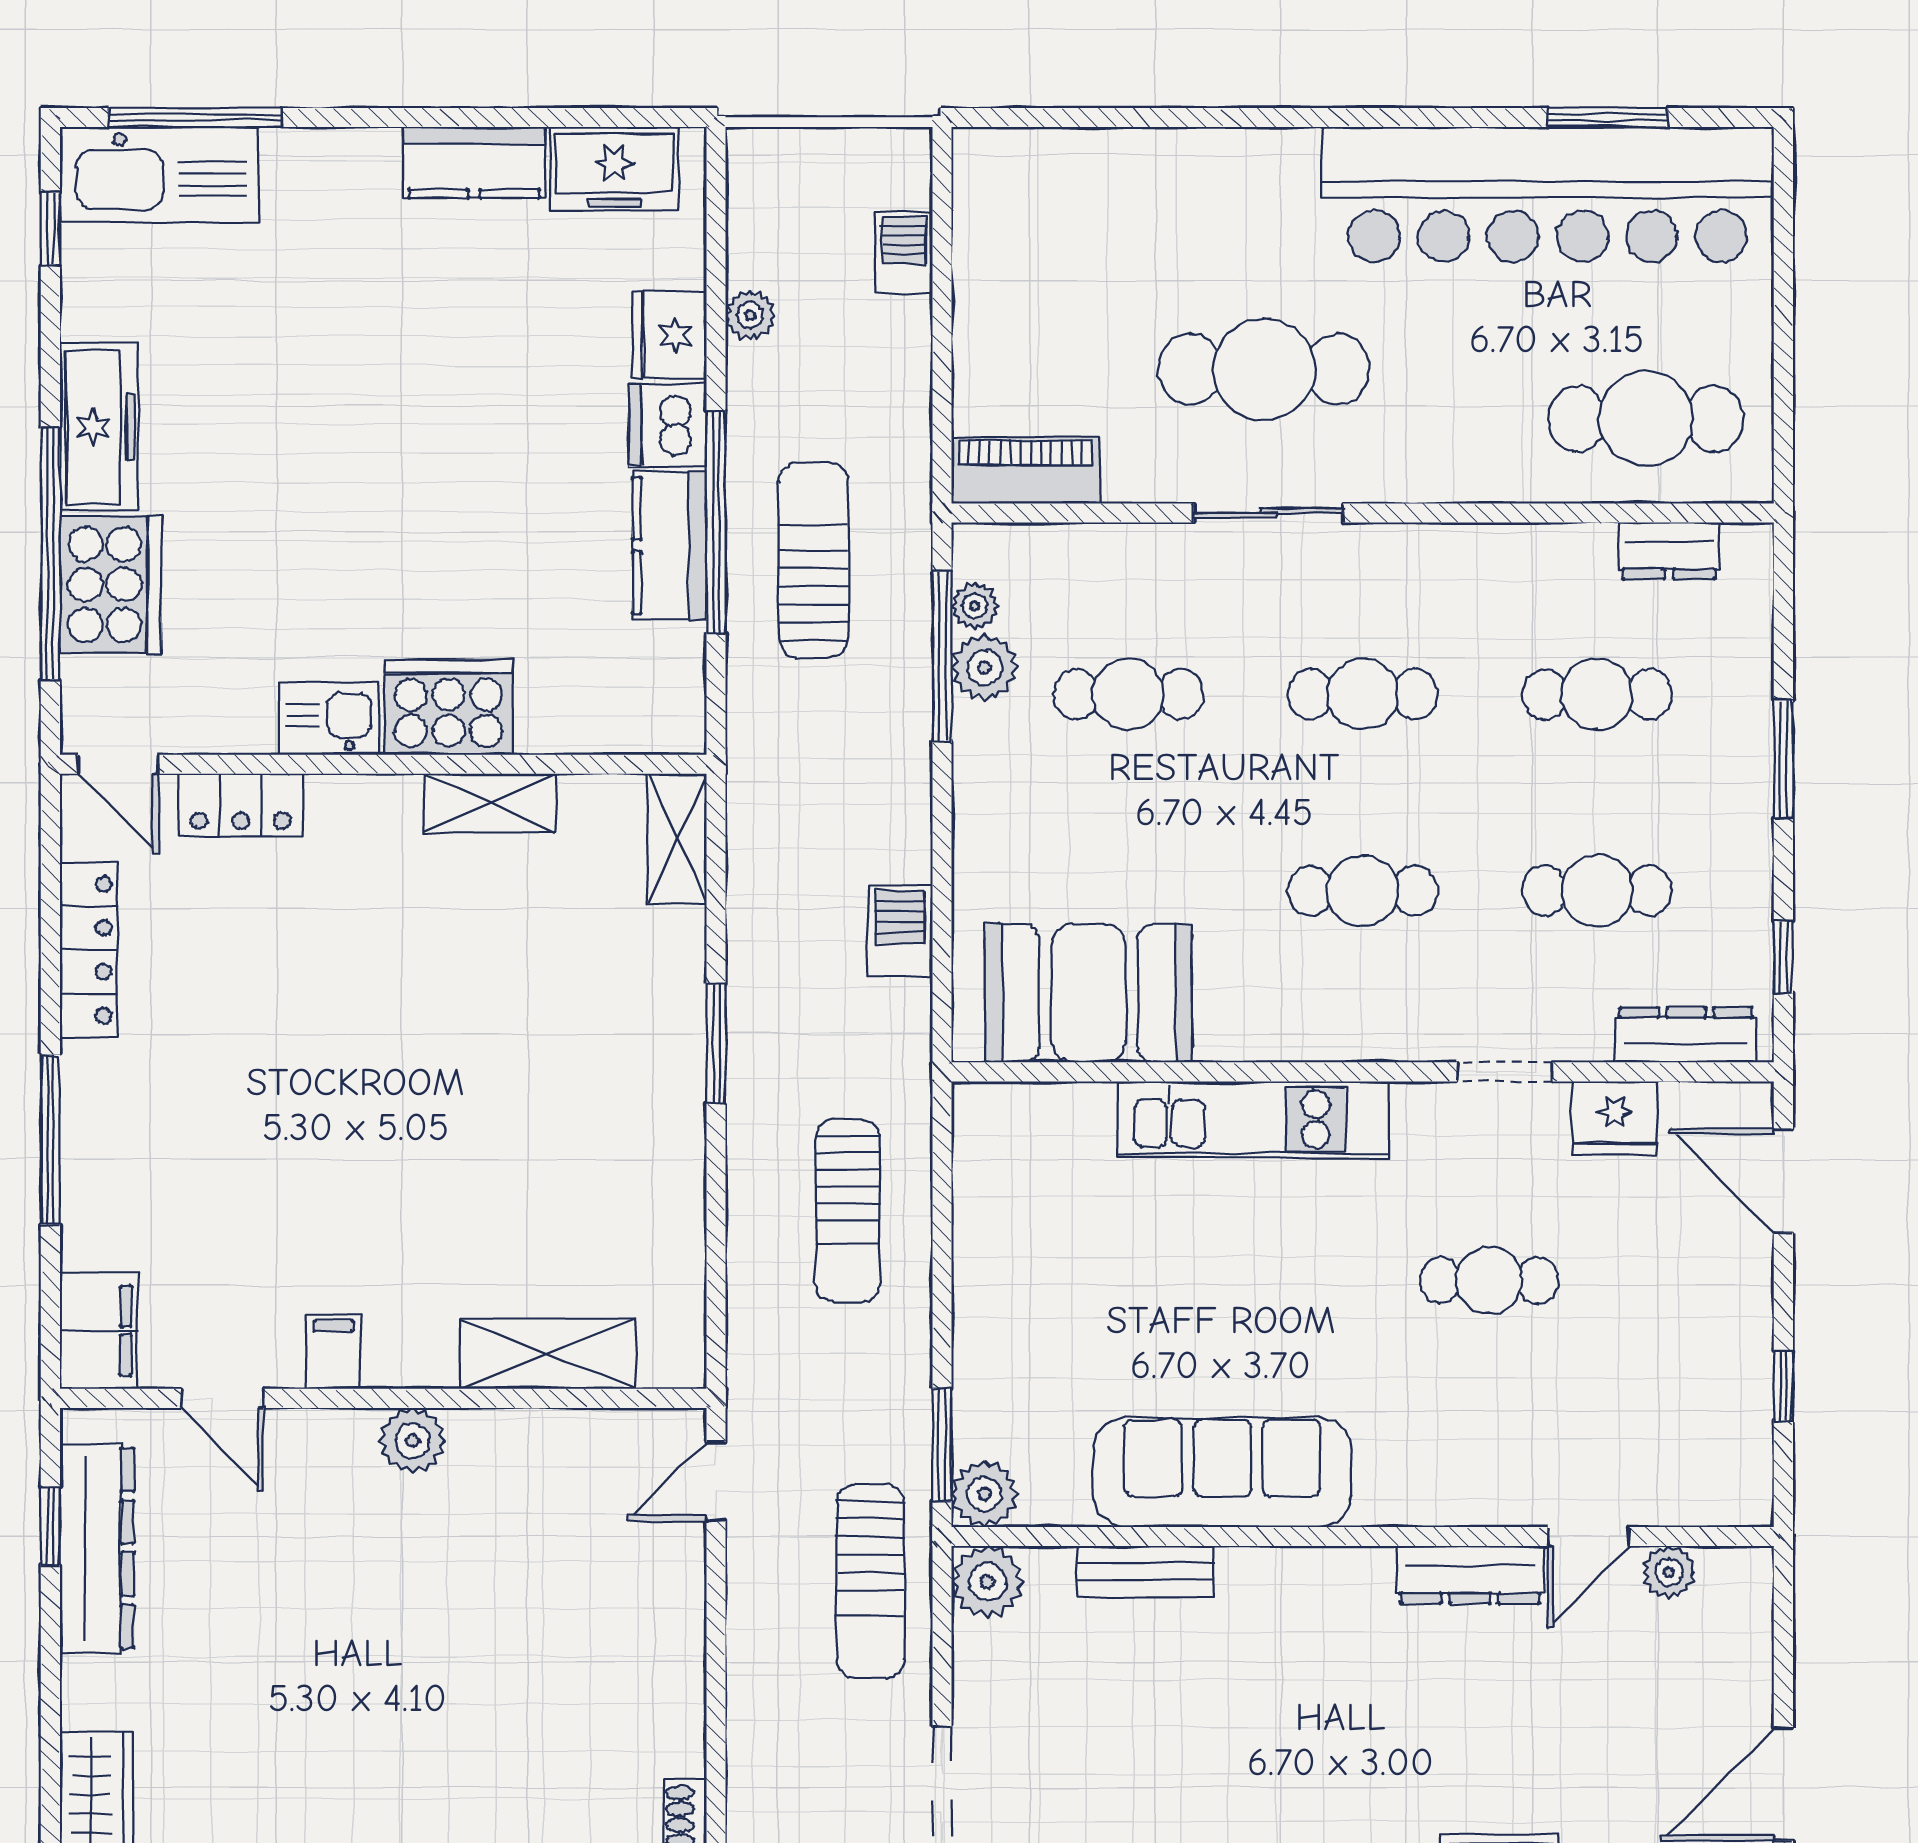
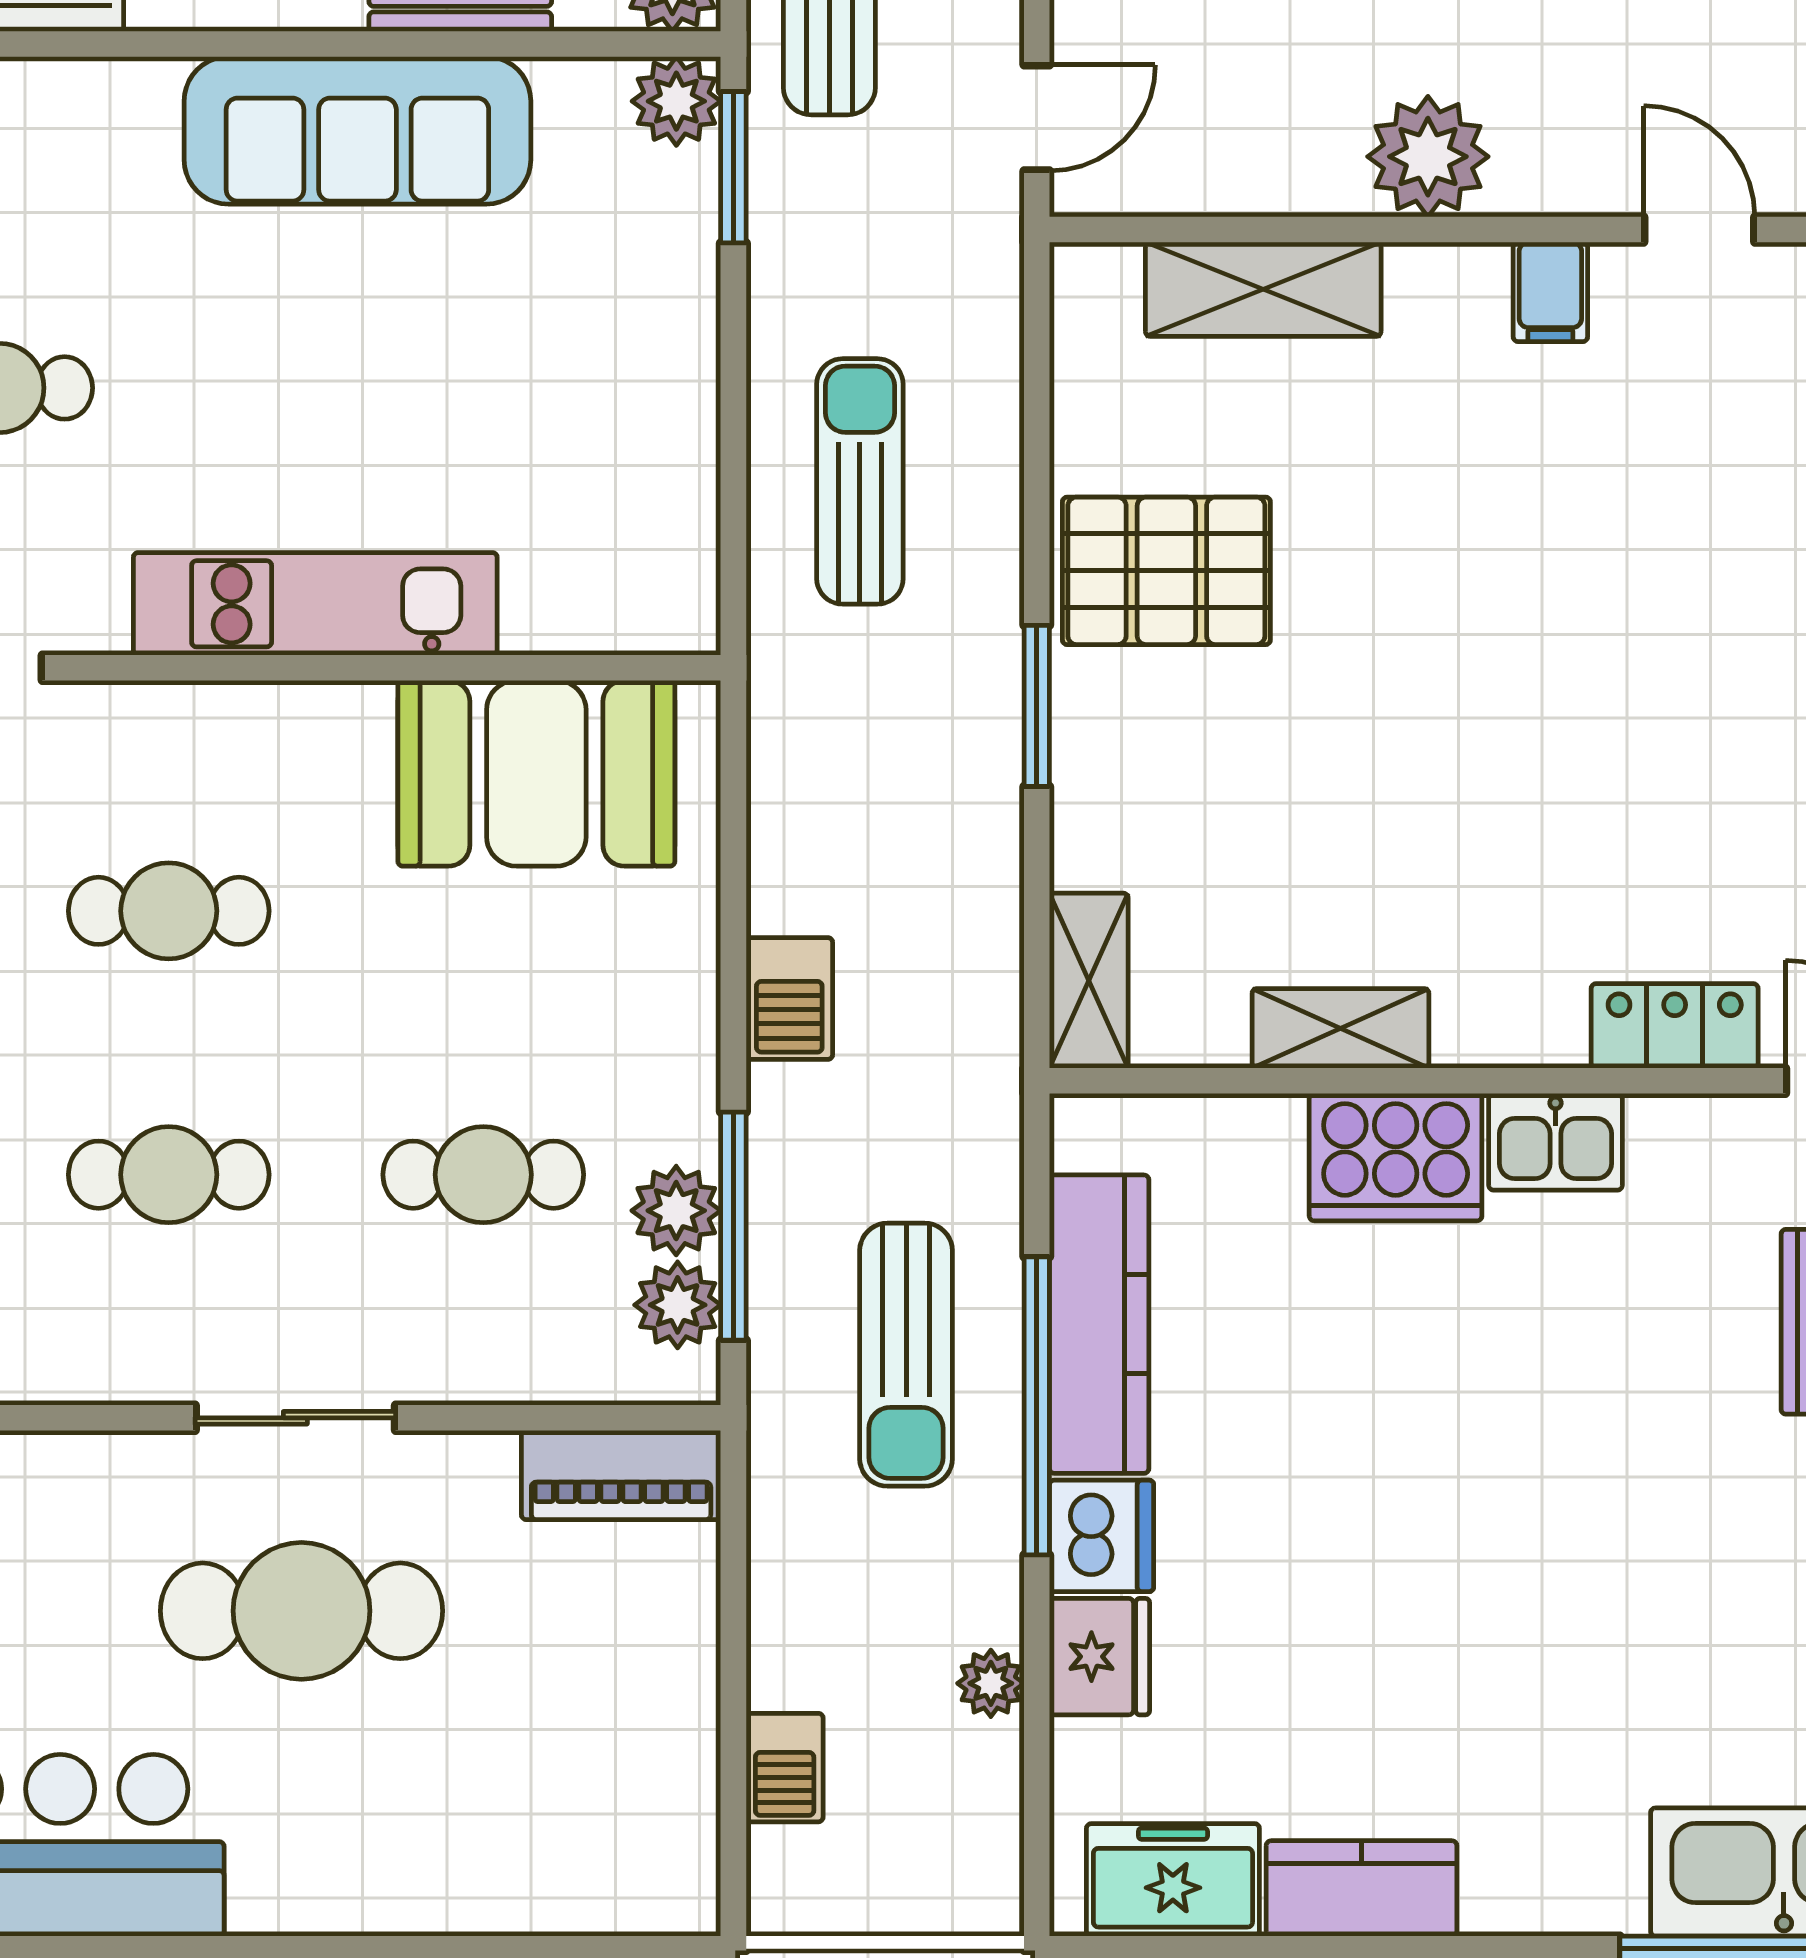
kitchen counter: (669, 546) -> (1099, 1324), width x1.50
plant: (975, 606) -> (678, 1305), width x1.38, depth x1.38
barbecue: (900, 931) -> (789, 999), moved
pallet: (619, 1144) -> (1166, 571), added
plant: (412, 1441) -> (1428, 157), width x1.36, depth x1.36

